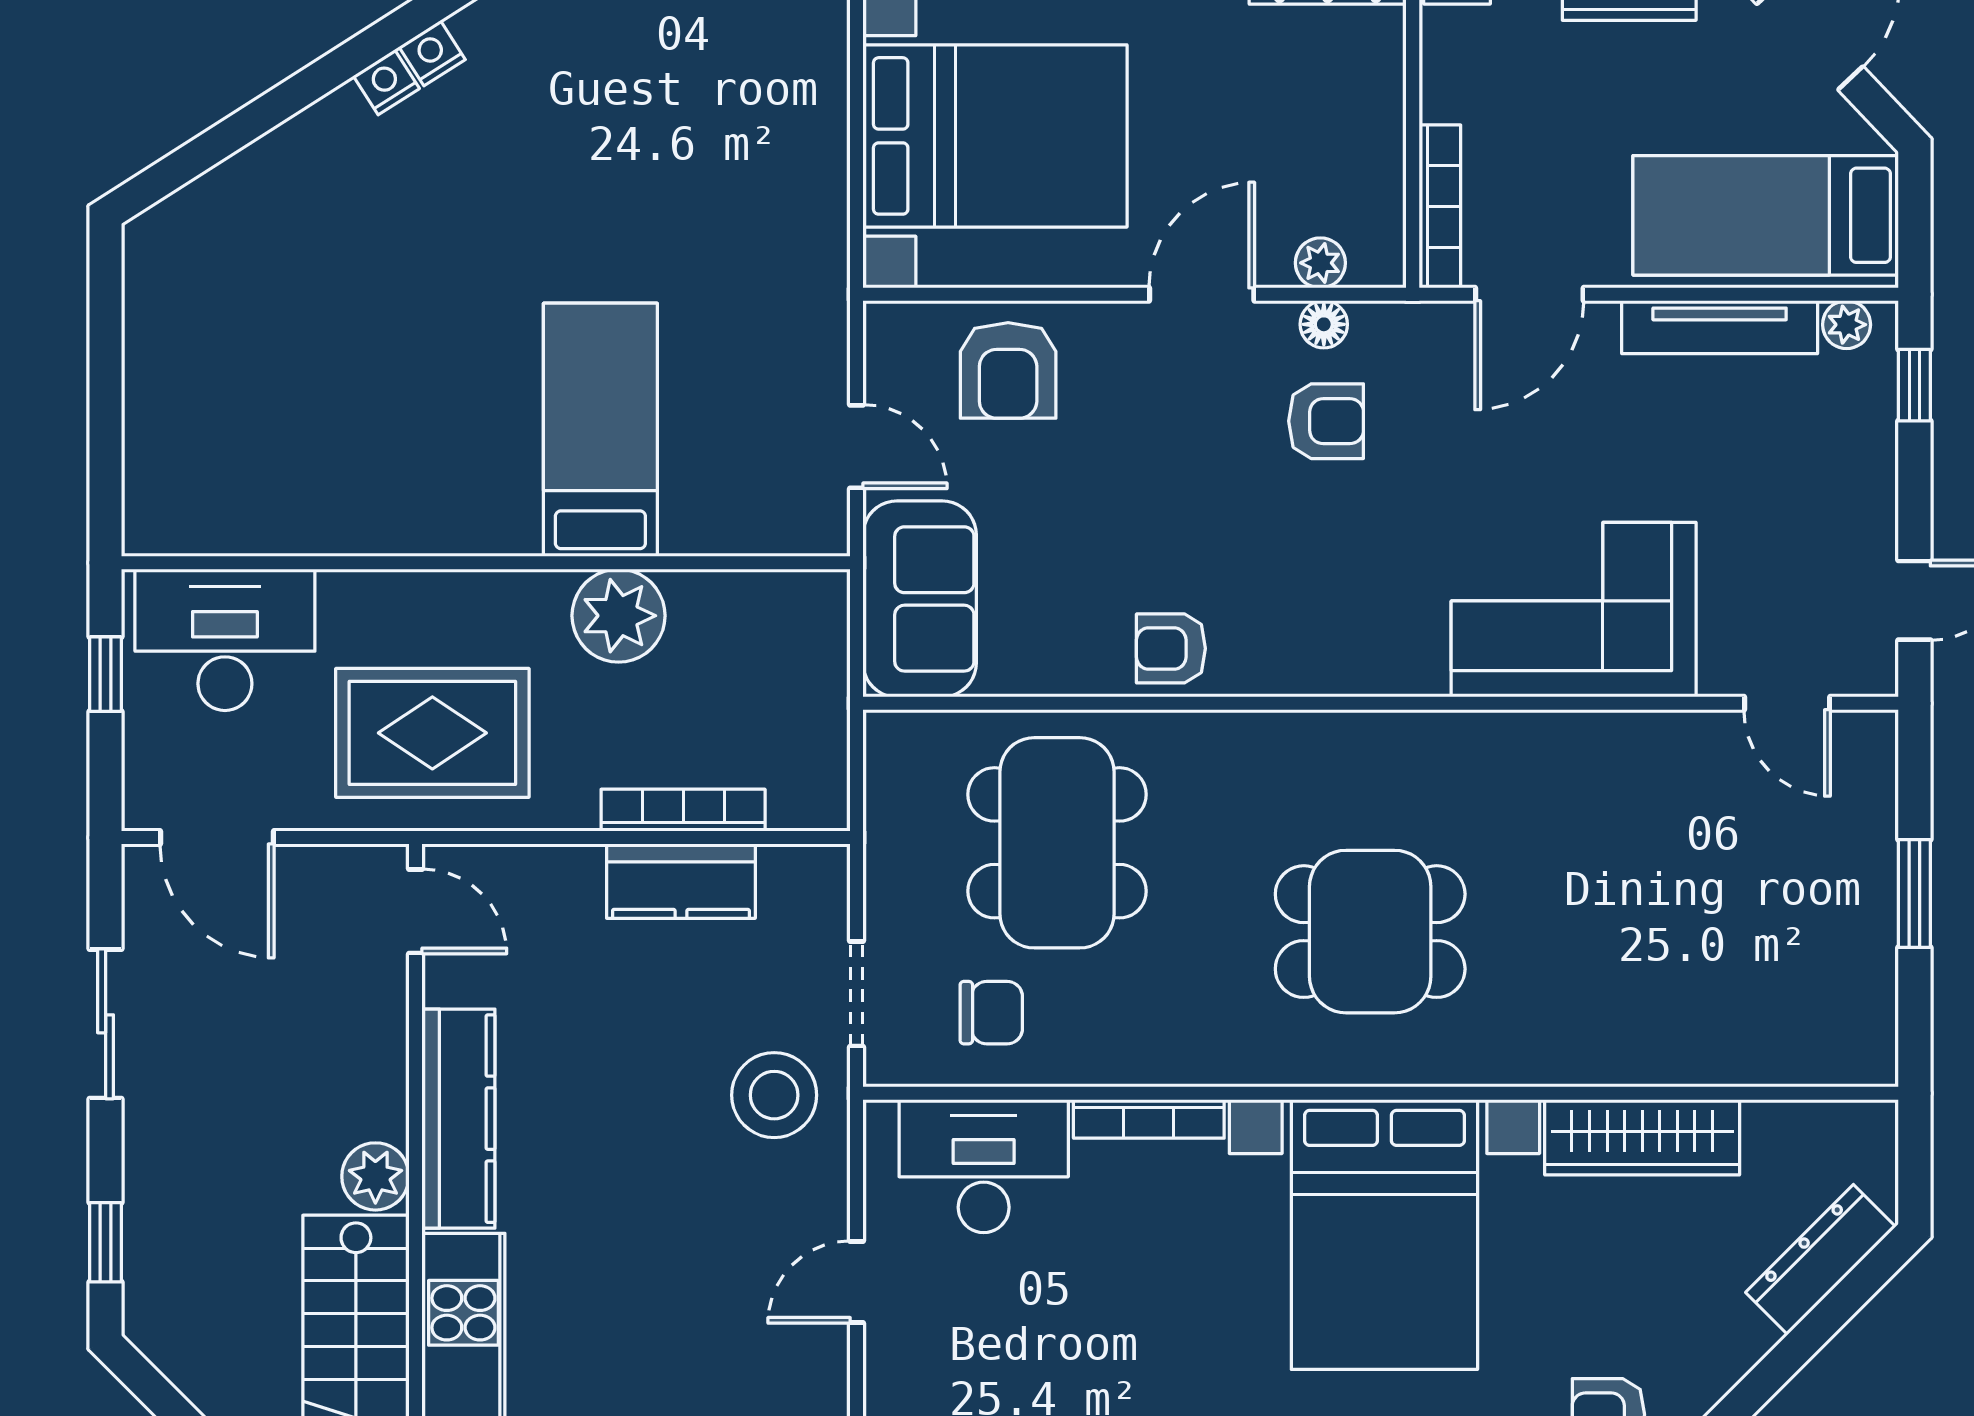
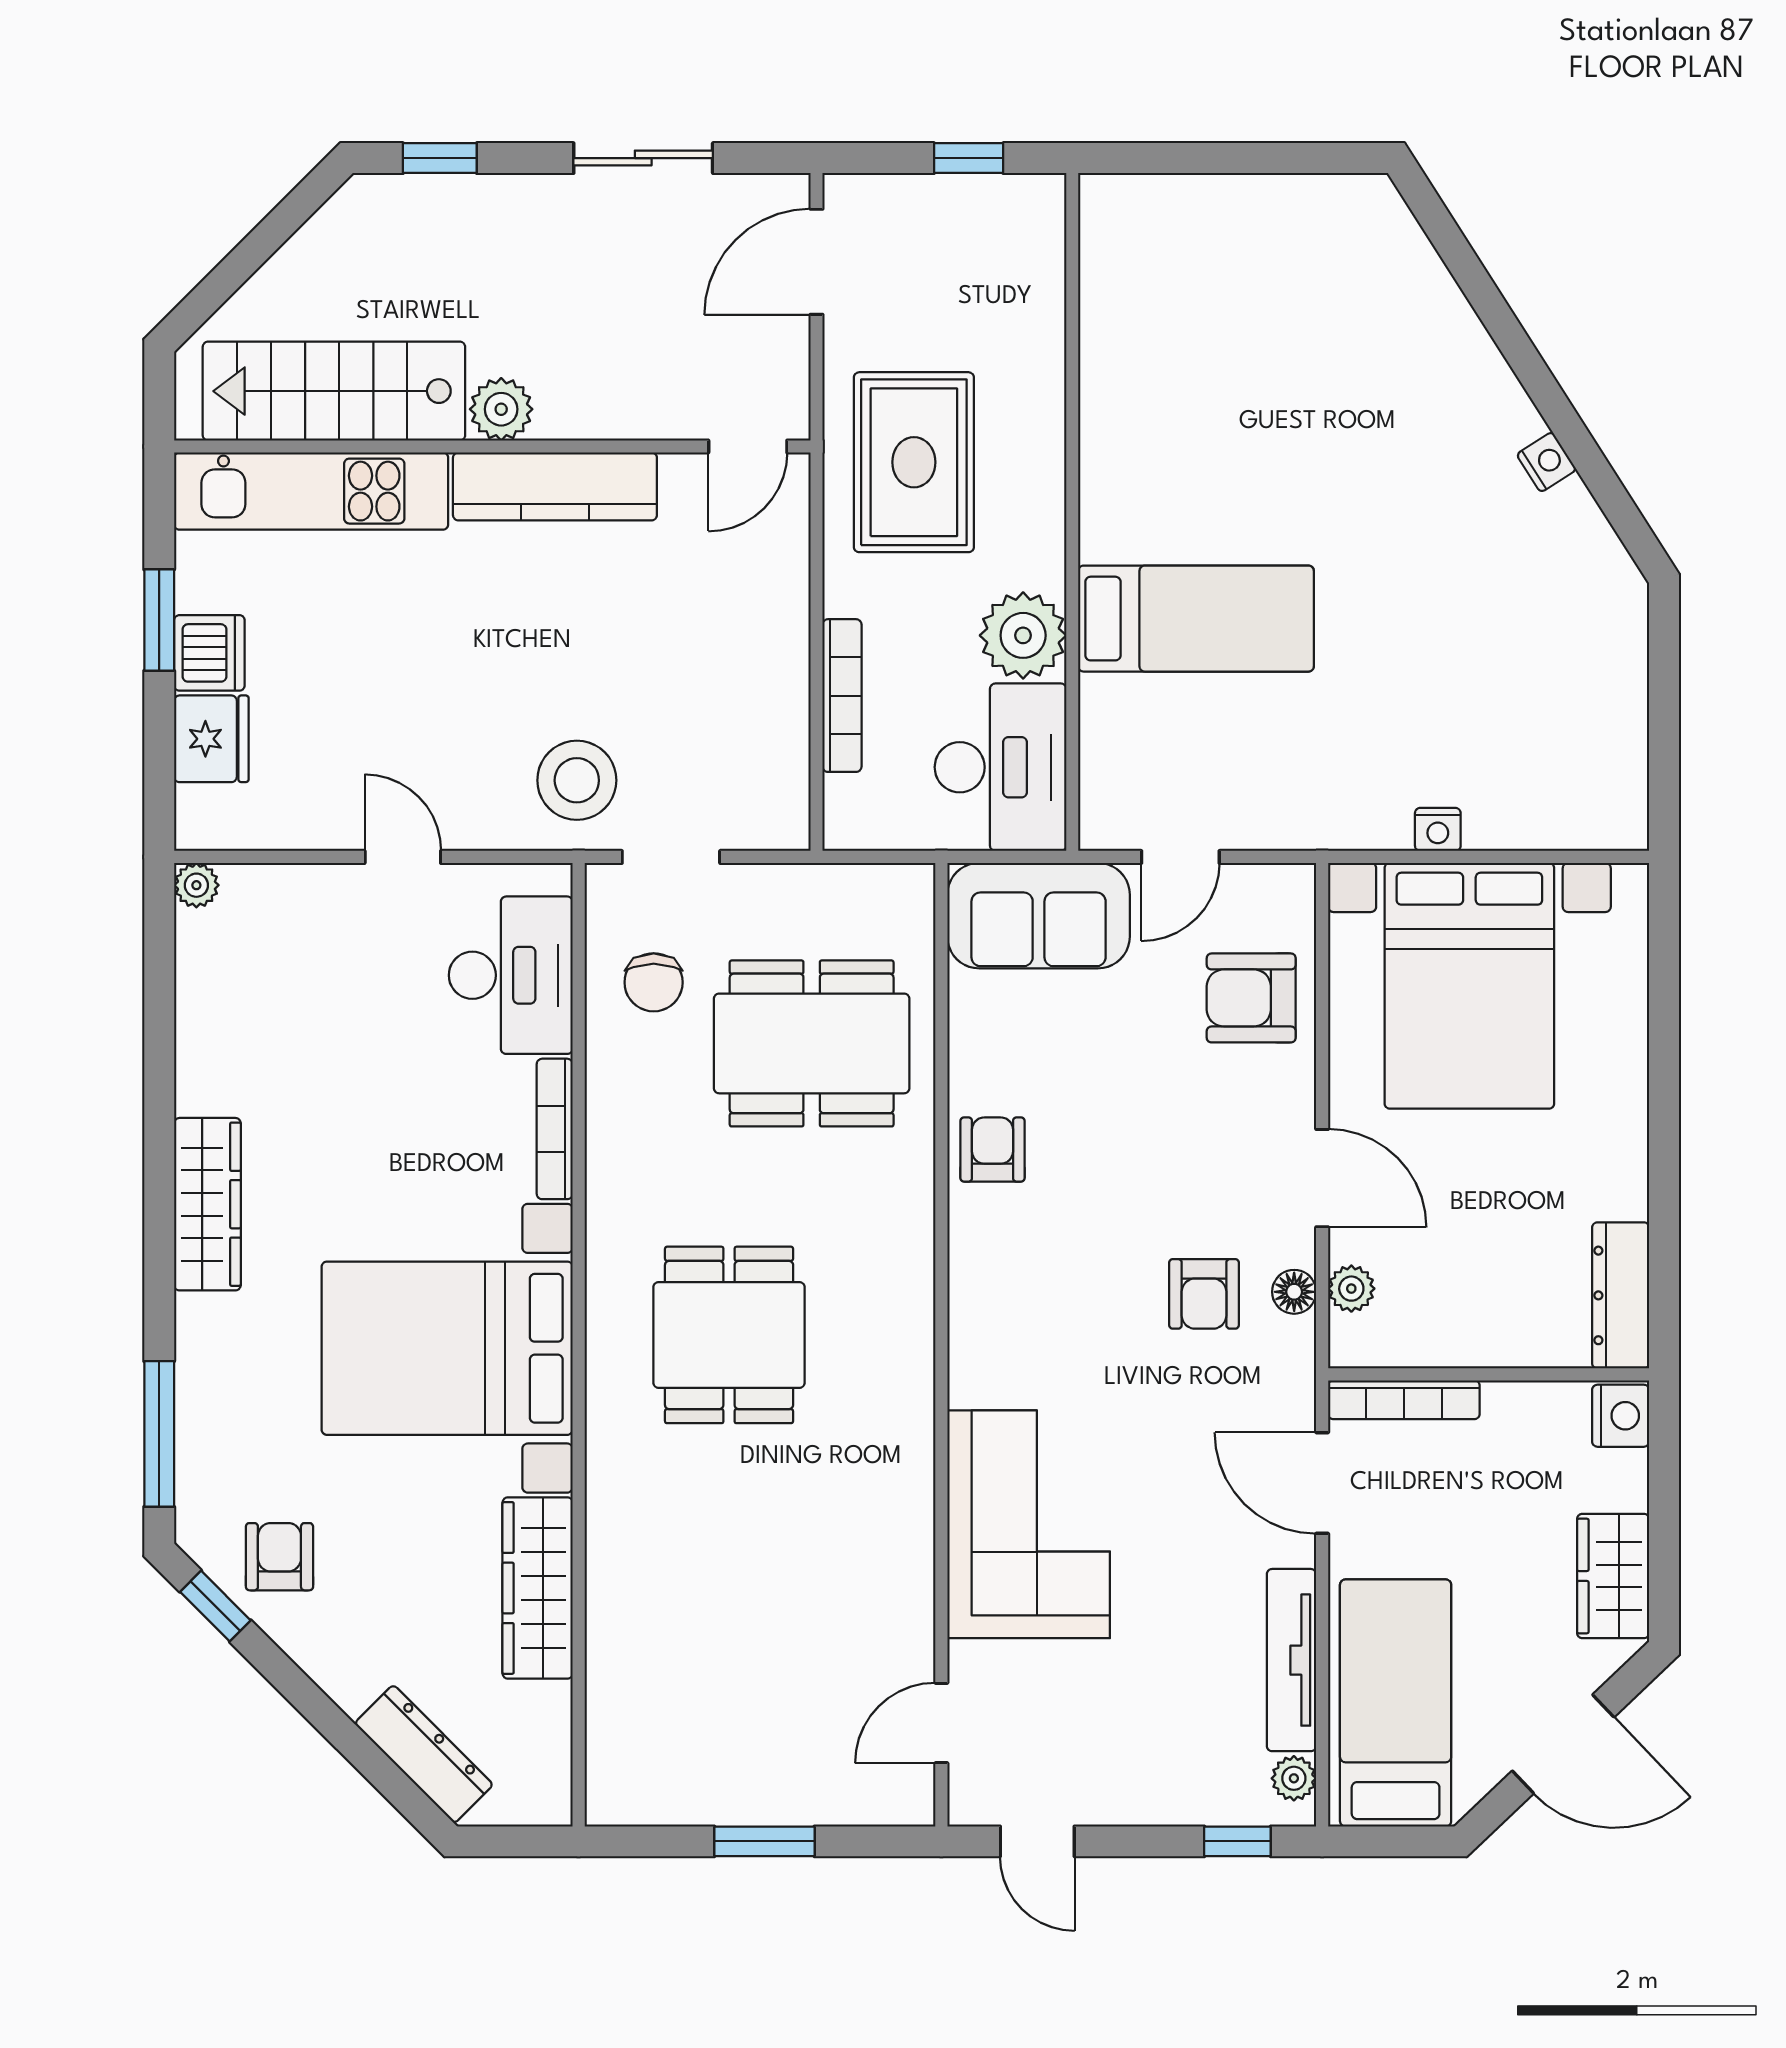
nightstand: (386, 82) -> (1438, 829), moved, turned 123
desk: (225, 640) -> (1001, 767), moved
kitchen counter: (681, 881) -> (776, 694), removed

